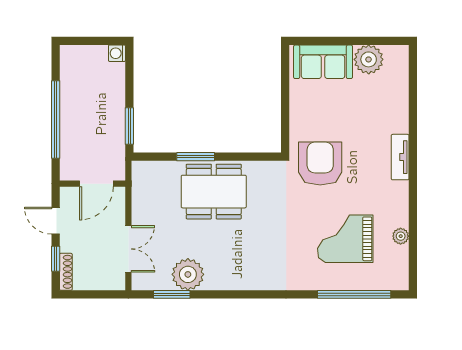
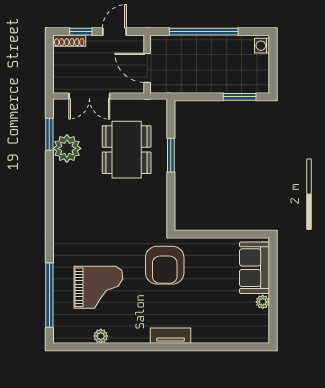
washing machine: (117, 53) -> (262, 46), moved, turned -90
plant: (369, 59) -> (263, 302), width x0.53, depth x0.53
window: (129, 126) -> (240, 97), moved
armchair: (320, 164) -> (165, 265), turned 90
dining table: (214, 192) -> (127, 150), moved
grand piano: (345, 239) -> (98, 287), turned 90

